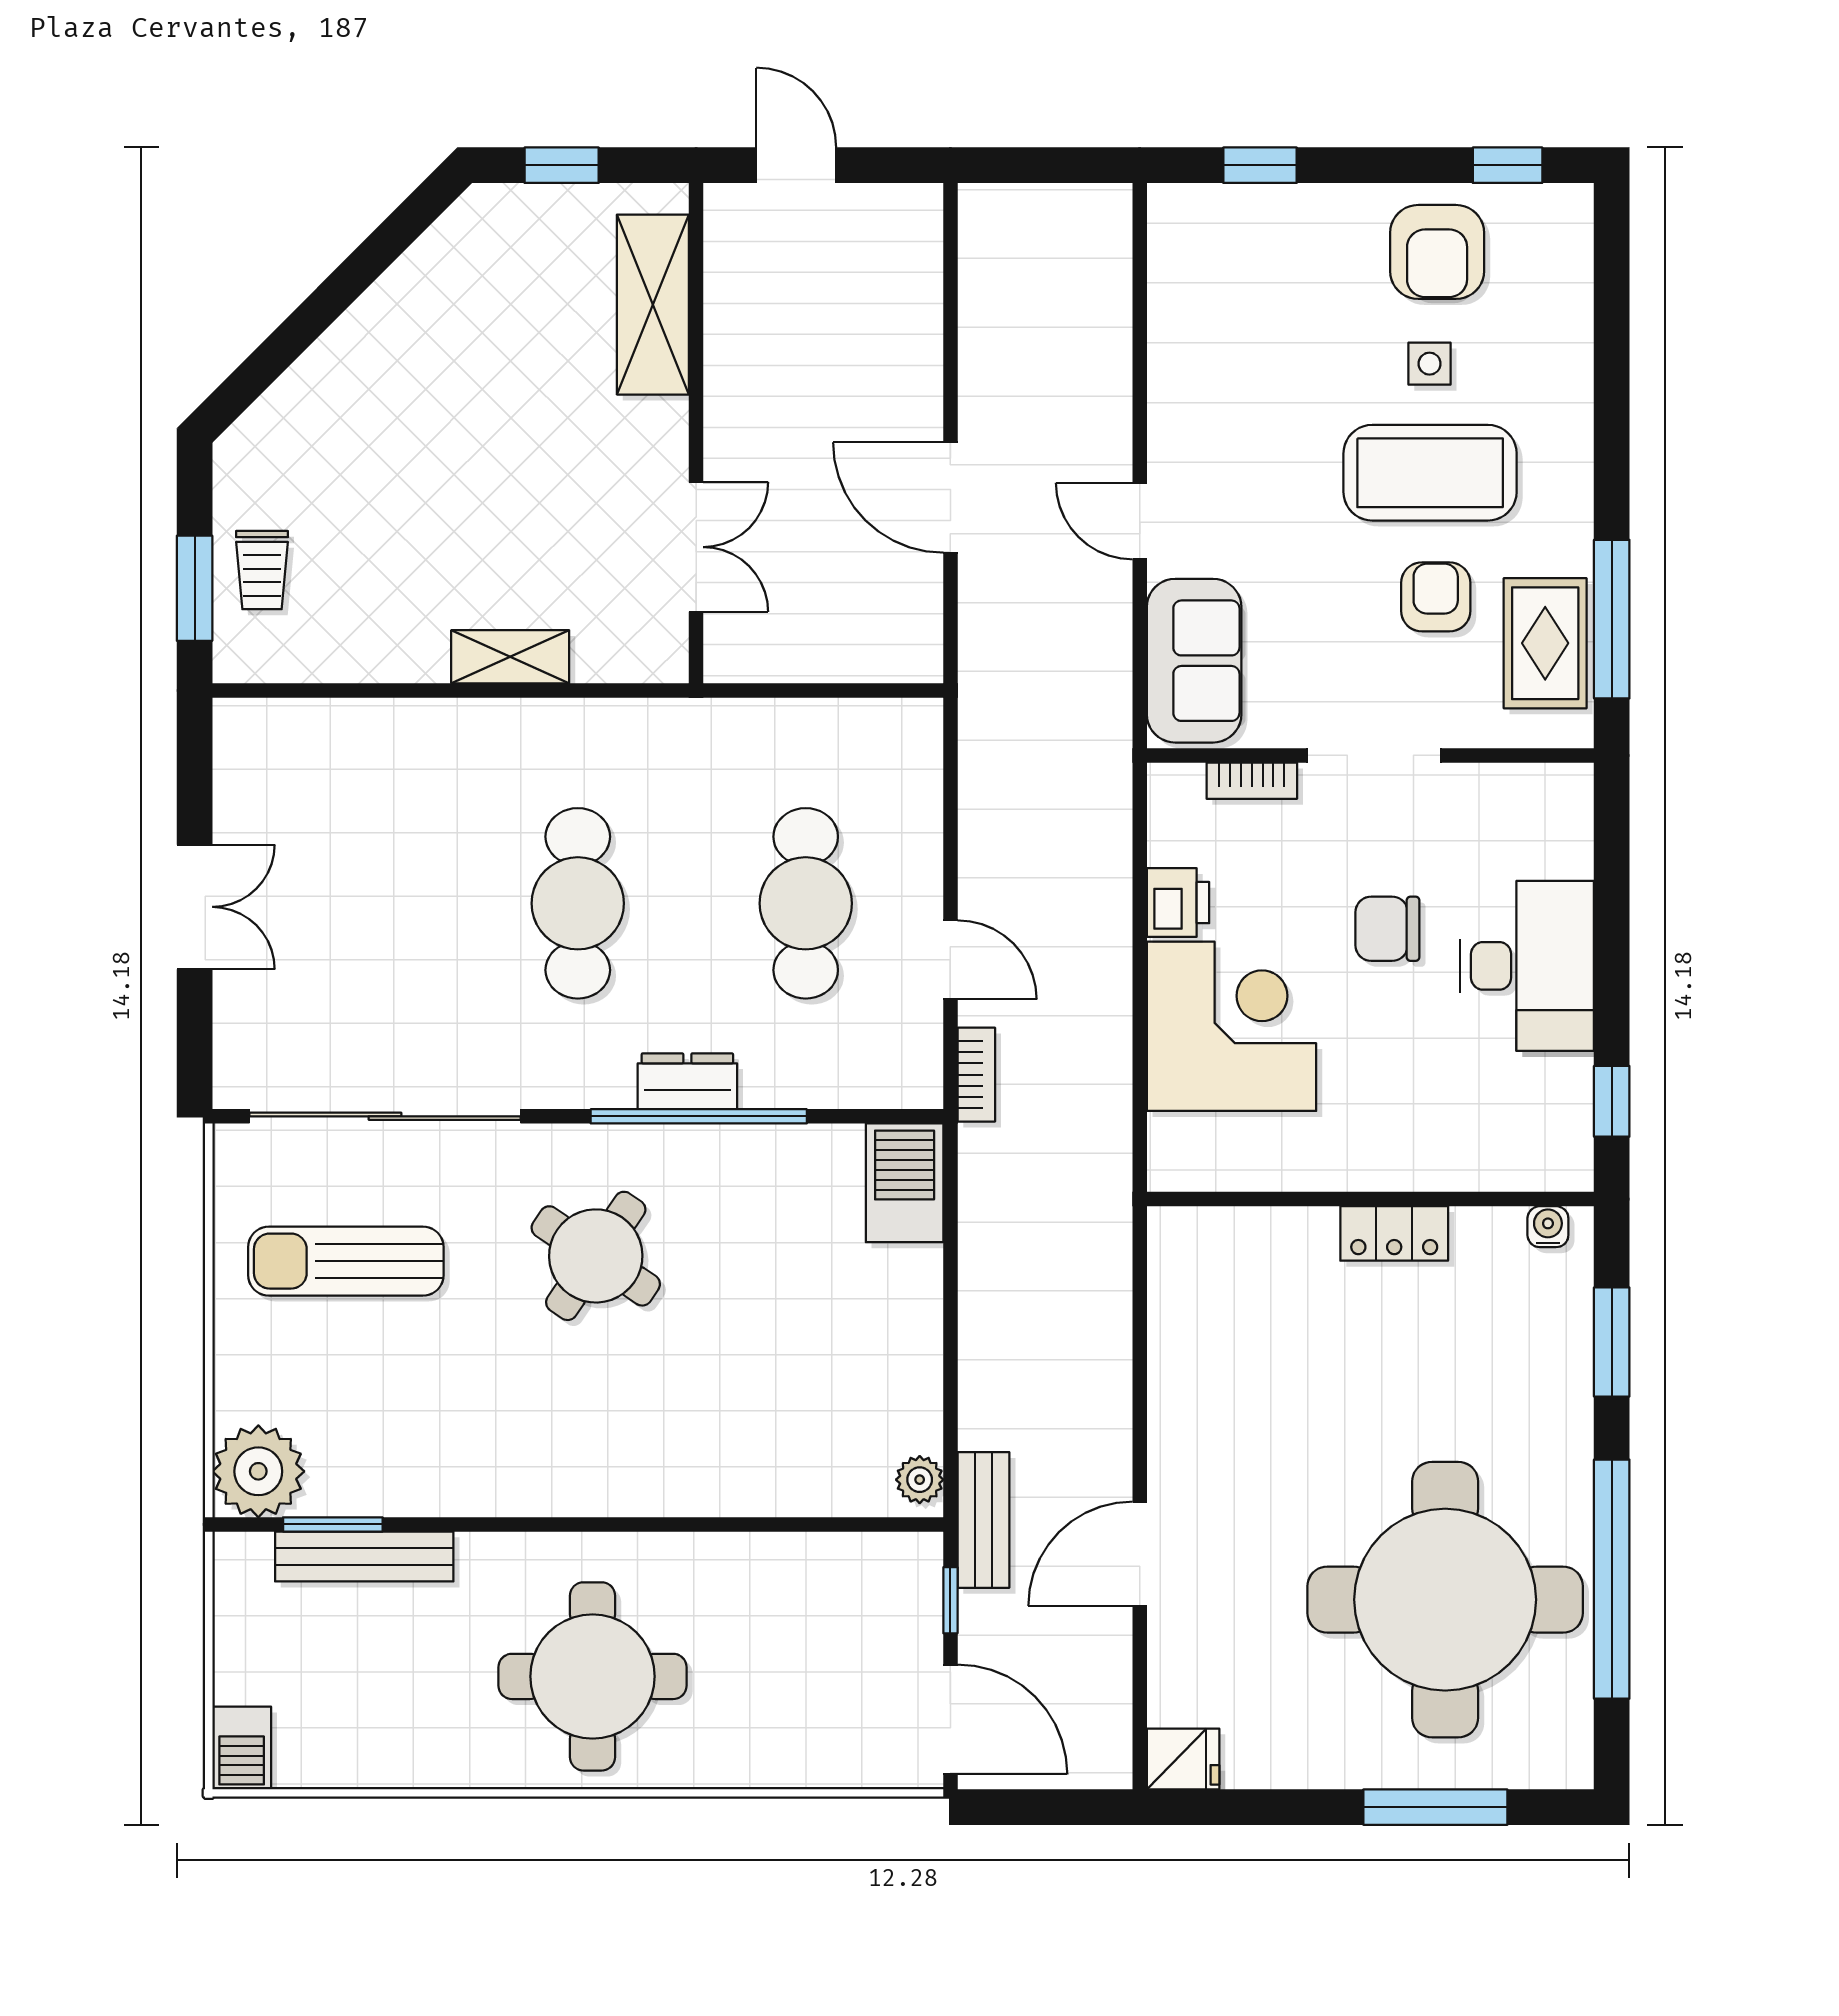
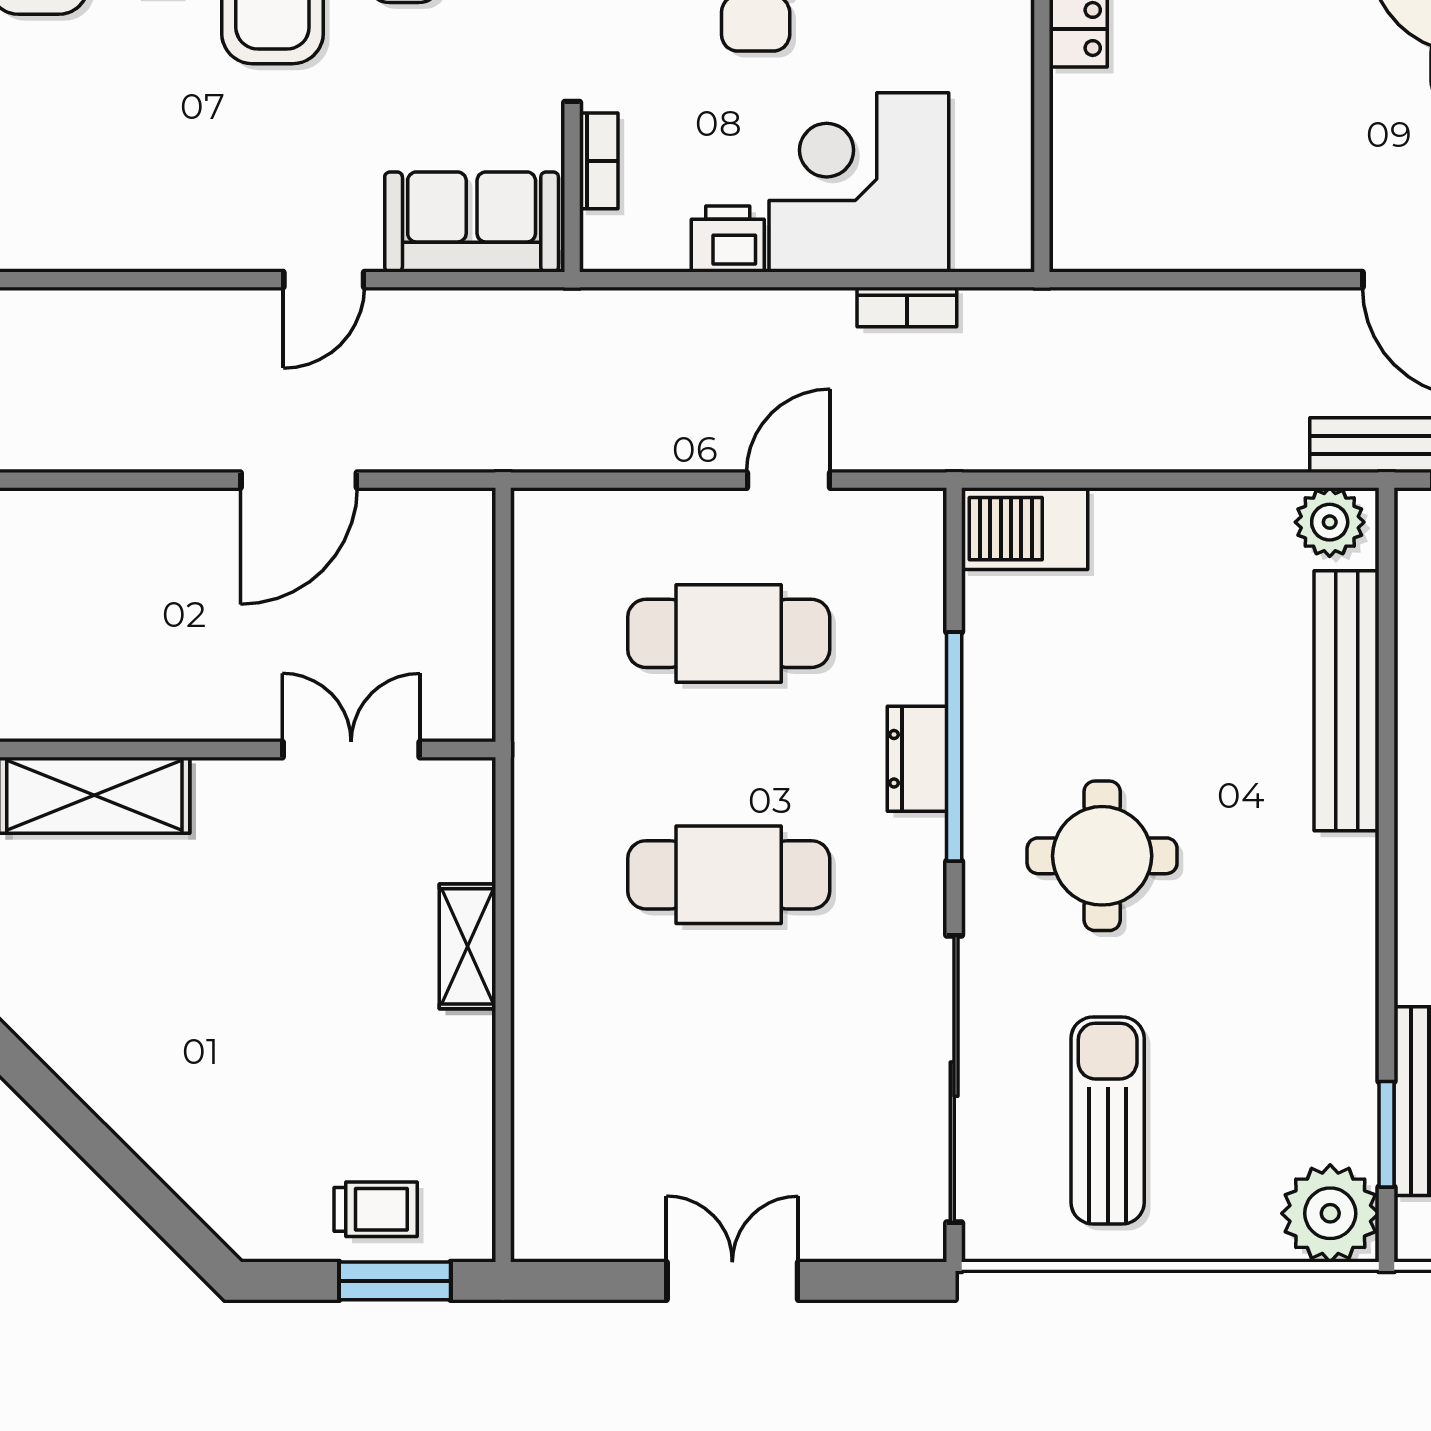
bookcase: (976, 1075) -> (907, 307), moved, turned 180
round table: (596, 1256) -> (1102, 856), turned -34
sun lounger: (346, 1261) -> (1108, 1120), turned 180
plant: (920, 1480) -> (1330, 522), width x1.38, depth x1.38
bench: (742, 1487) -> (1347, 701), added

